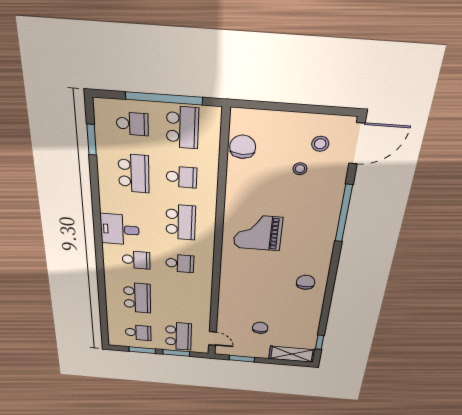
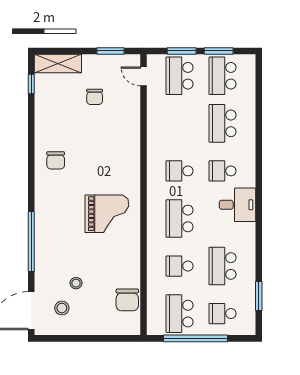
school desk: (138, 333) -> (223, 76), width x1.85

